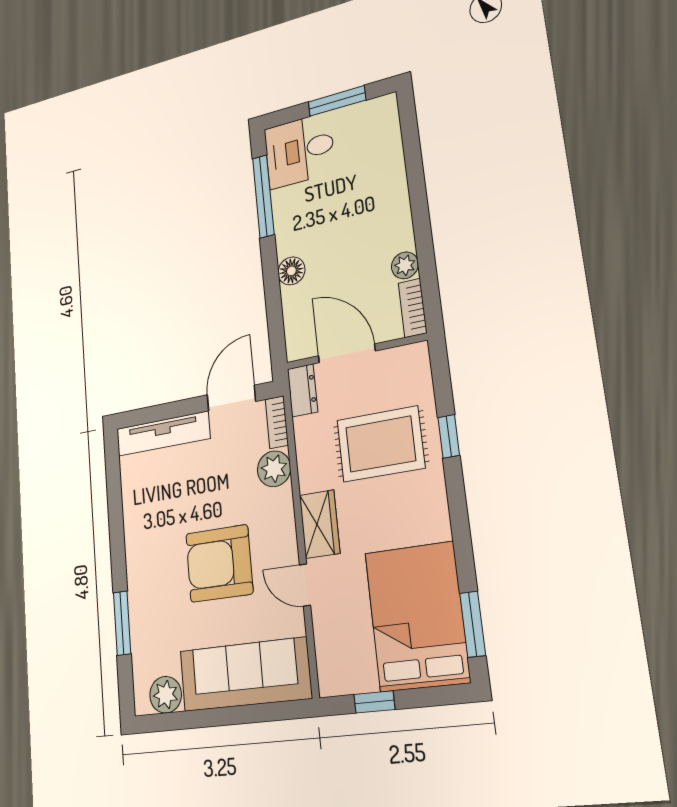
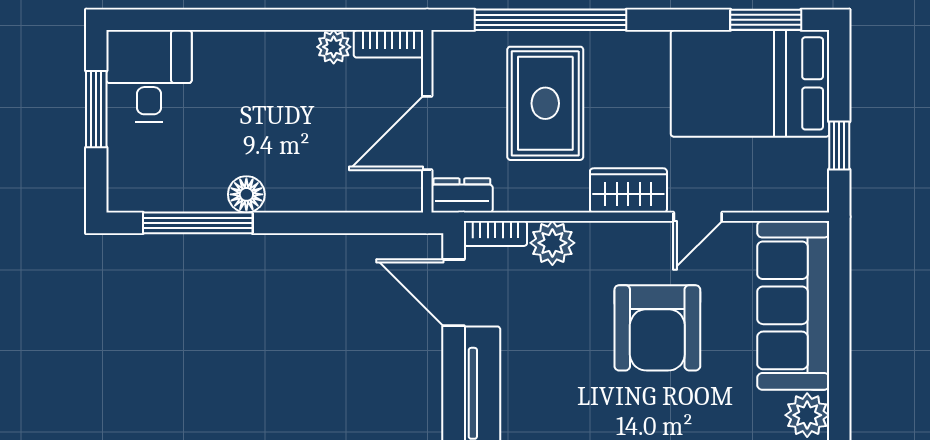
desk: (300, 151) -> (149, 76), moved, turned 180
floor lamp: (291, 271) -> (246, 194), moved
window: (449, 436) -> (551, 20), width x3.17

